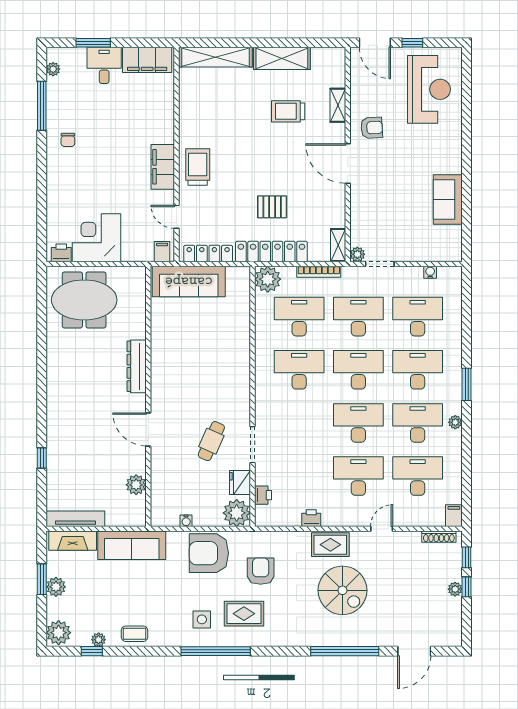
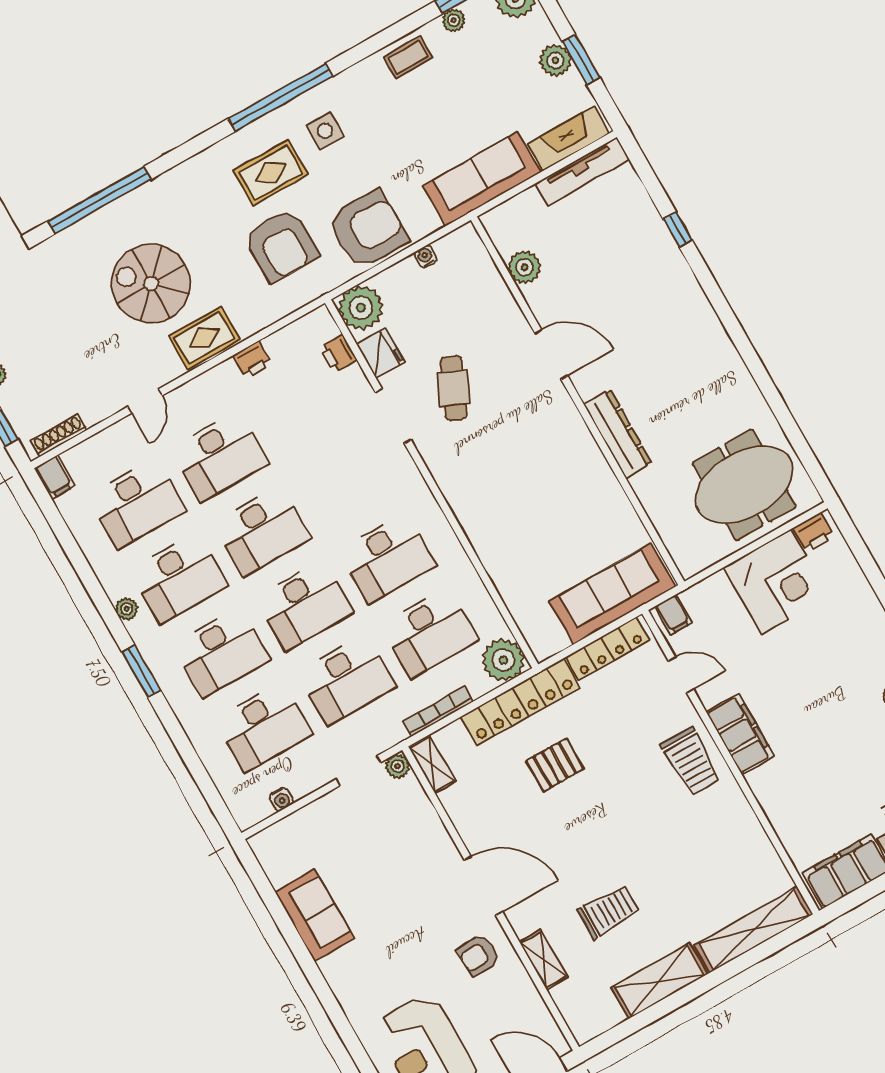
armchair: (261, 571) -> (281, 245), width x1.36, depth x1.36

